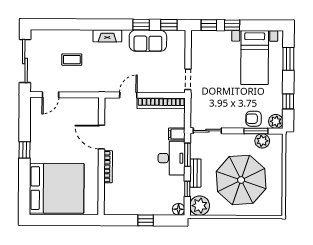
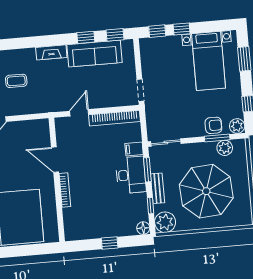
sofa: (148, 41) -> (94, 54), width x1.36
armchair: (254, 119) -> (213, 125), turned 180

